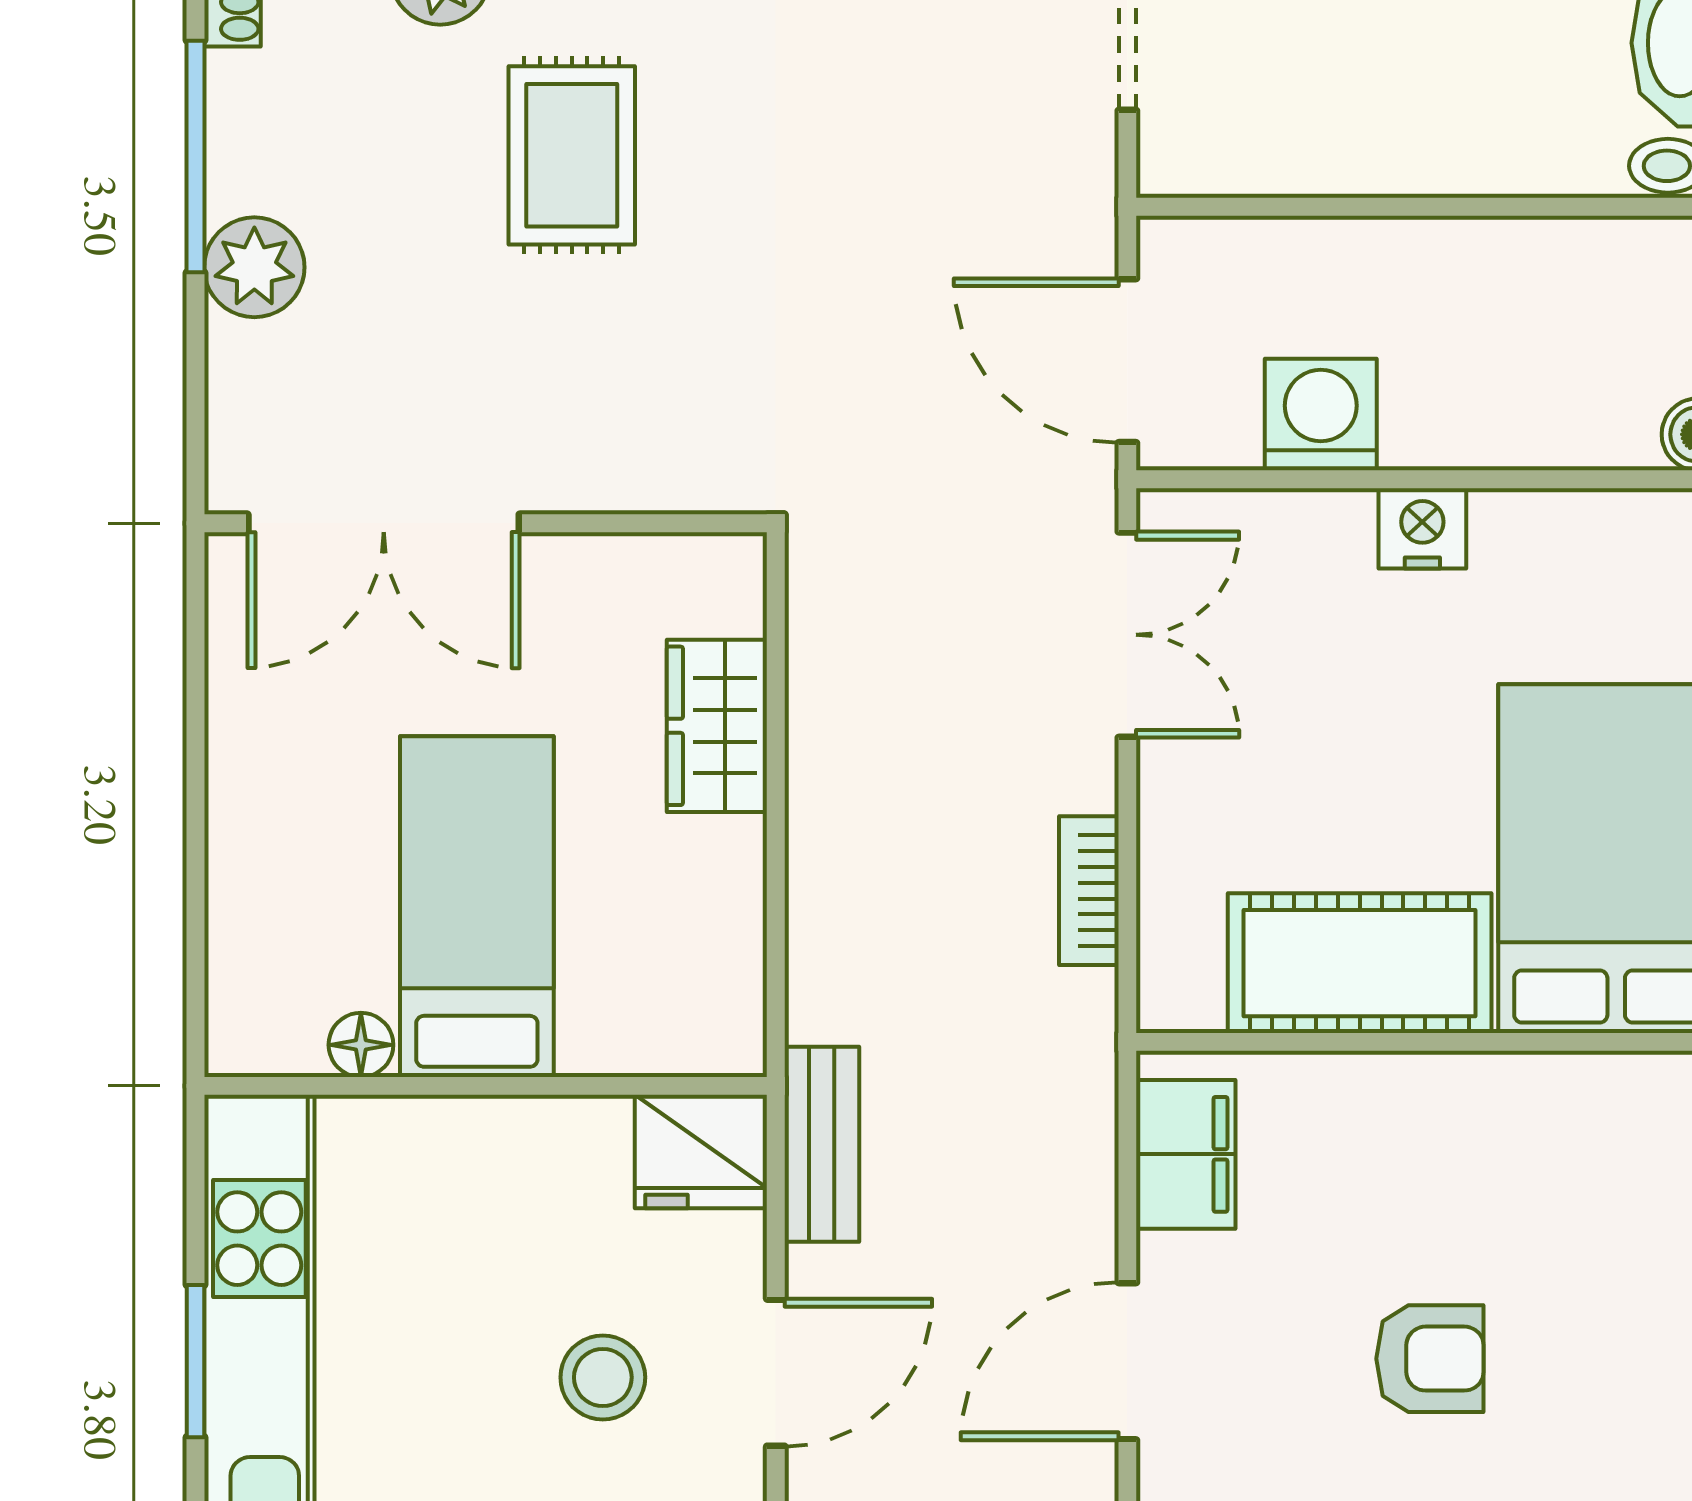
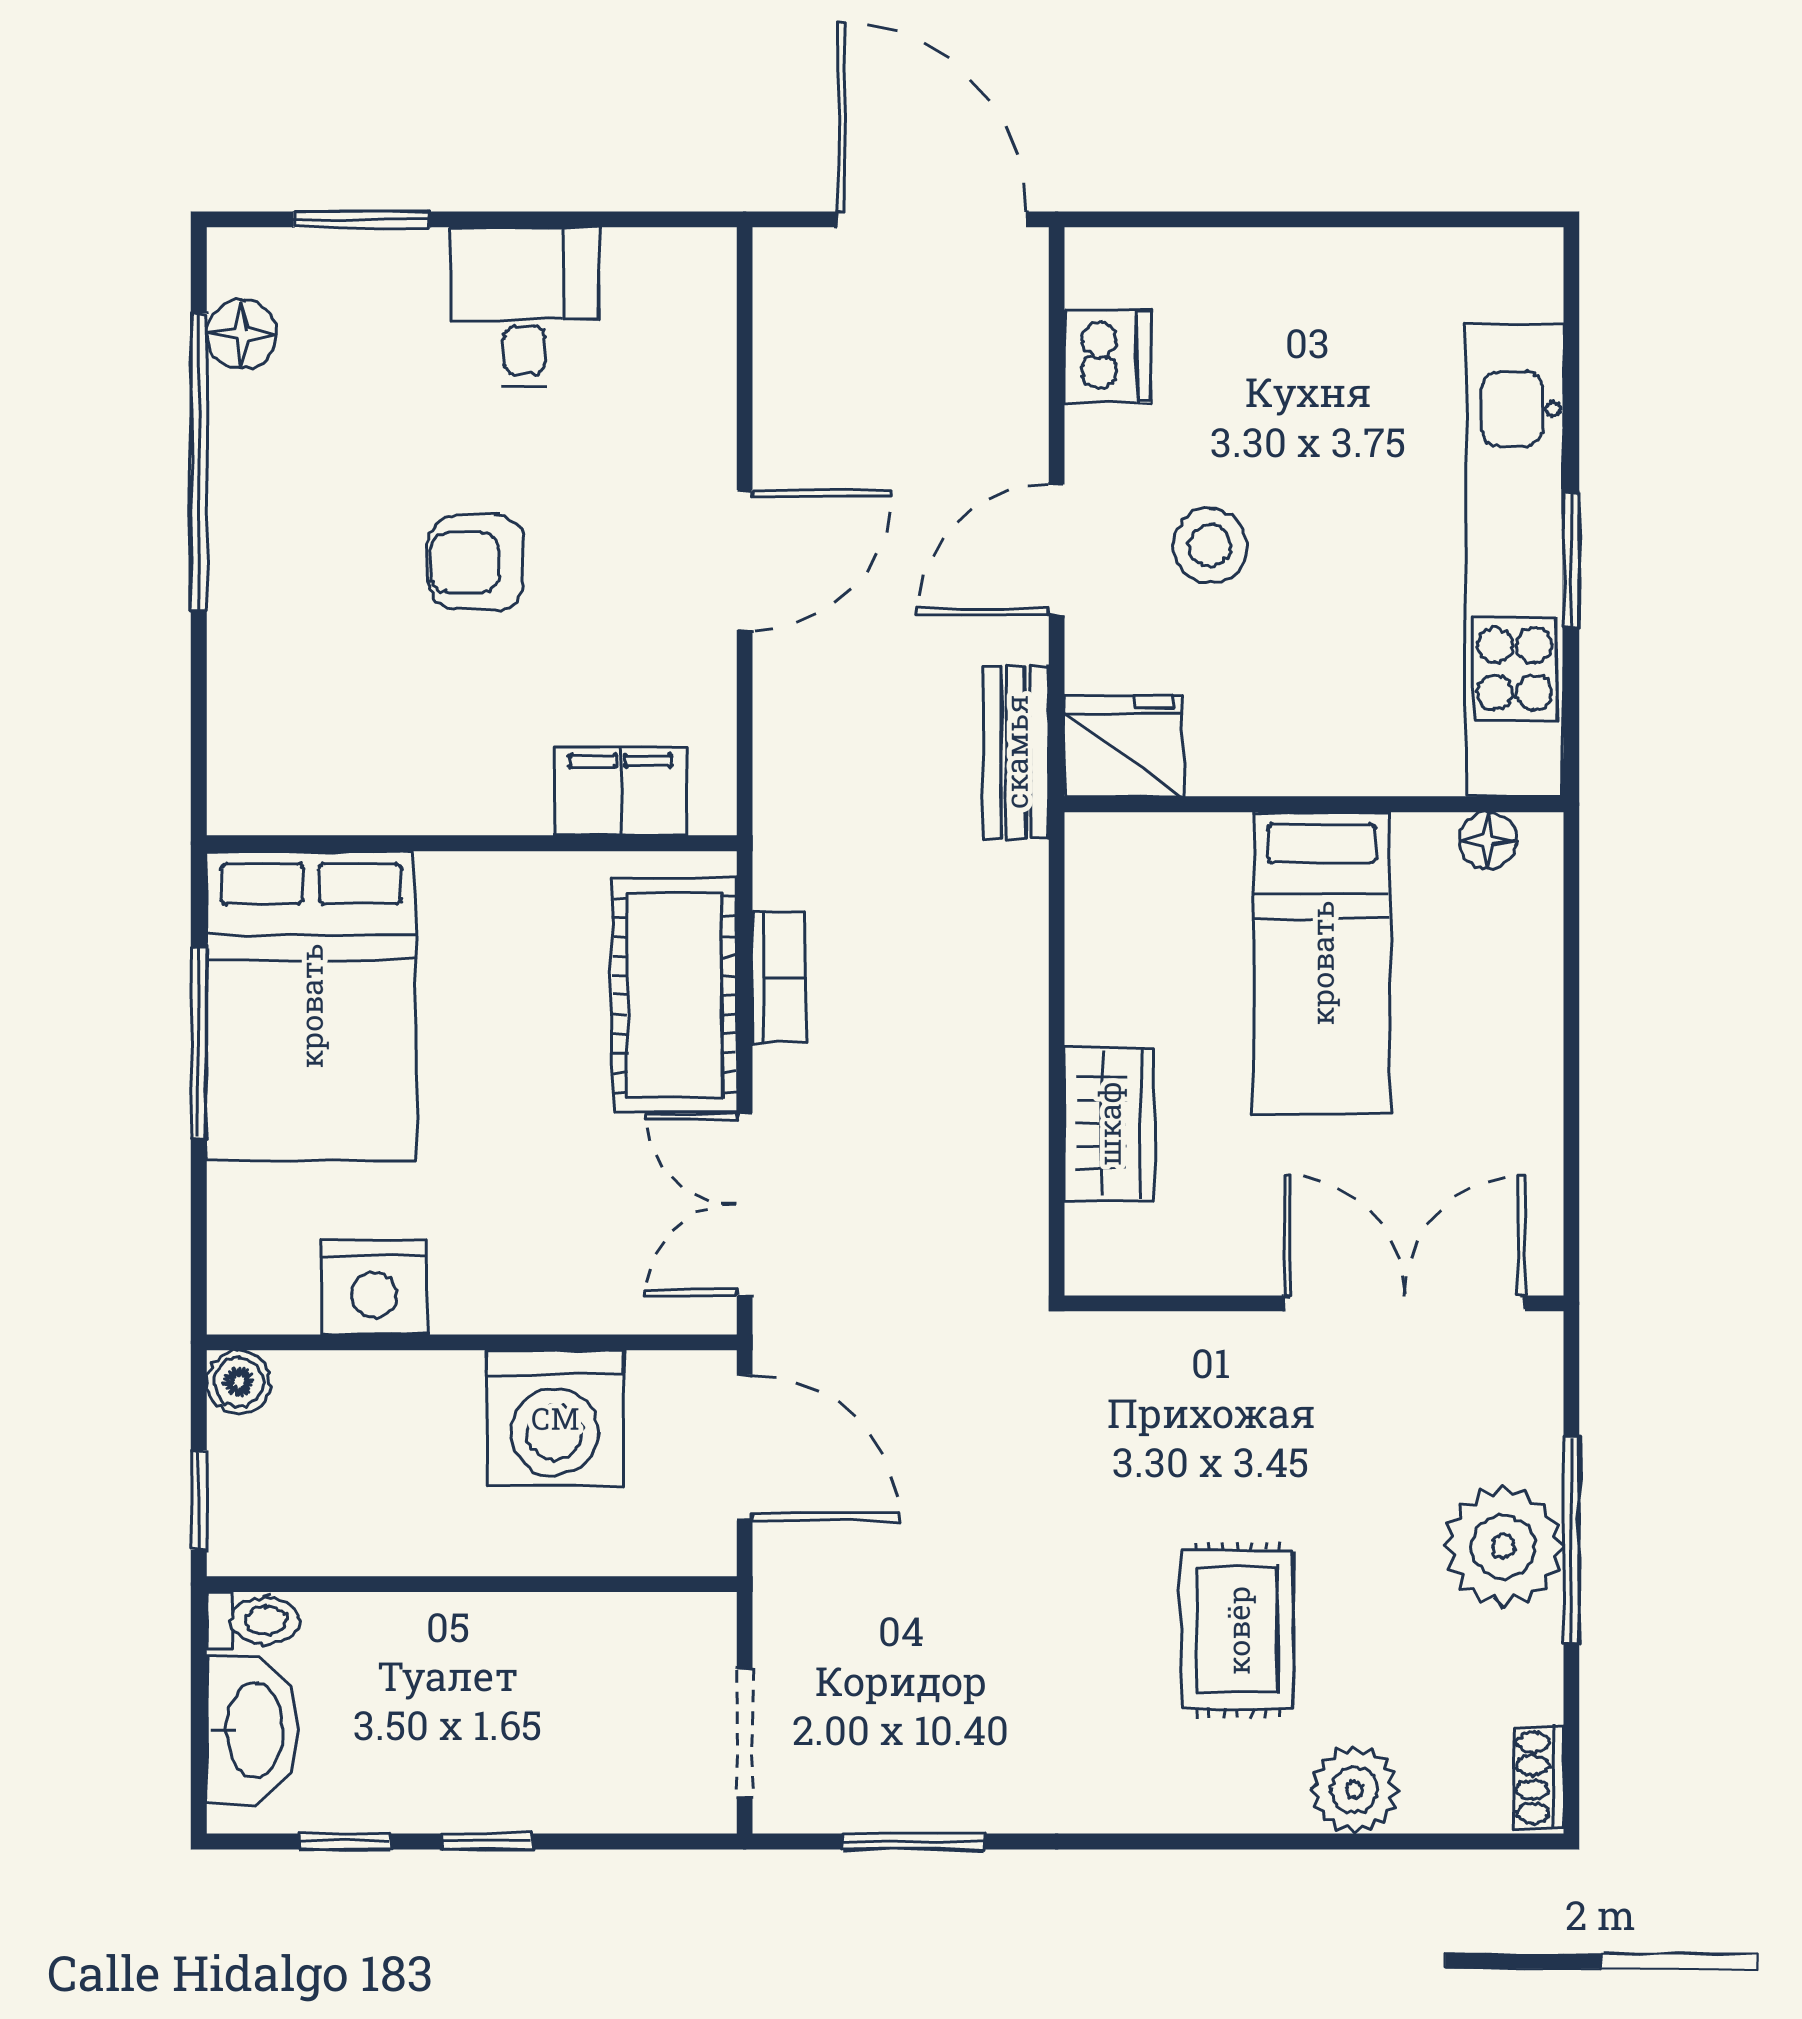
window: (195, 156) -> (1571, 1540), moved
plant: (254, 267) -> (1503, 1547), width x1.36, depth x1.36
washing machine: (1321, 415) -> (555, 1418), width x1.37, depth x1.37
nightstand: (1422, 528) -> (374, 1287), moved, width x1.36, depth x1.33
cot: (1360, 963) -> (675, 995), moved, turned 90
floor lamp: (361, 1045) -> (1488, 841), moved
filing cabinet: (1186, 1154) -> (621, 791), moved, turned 90

